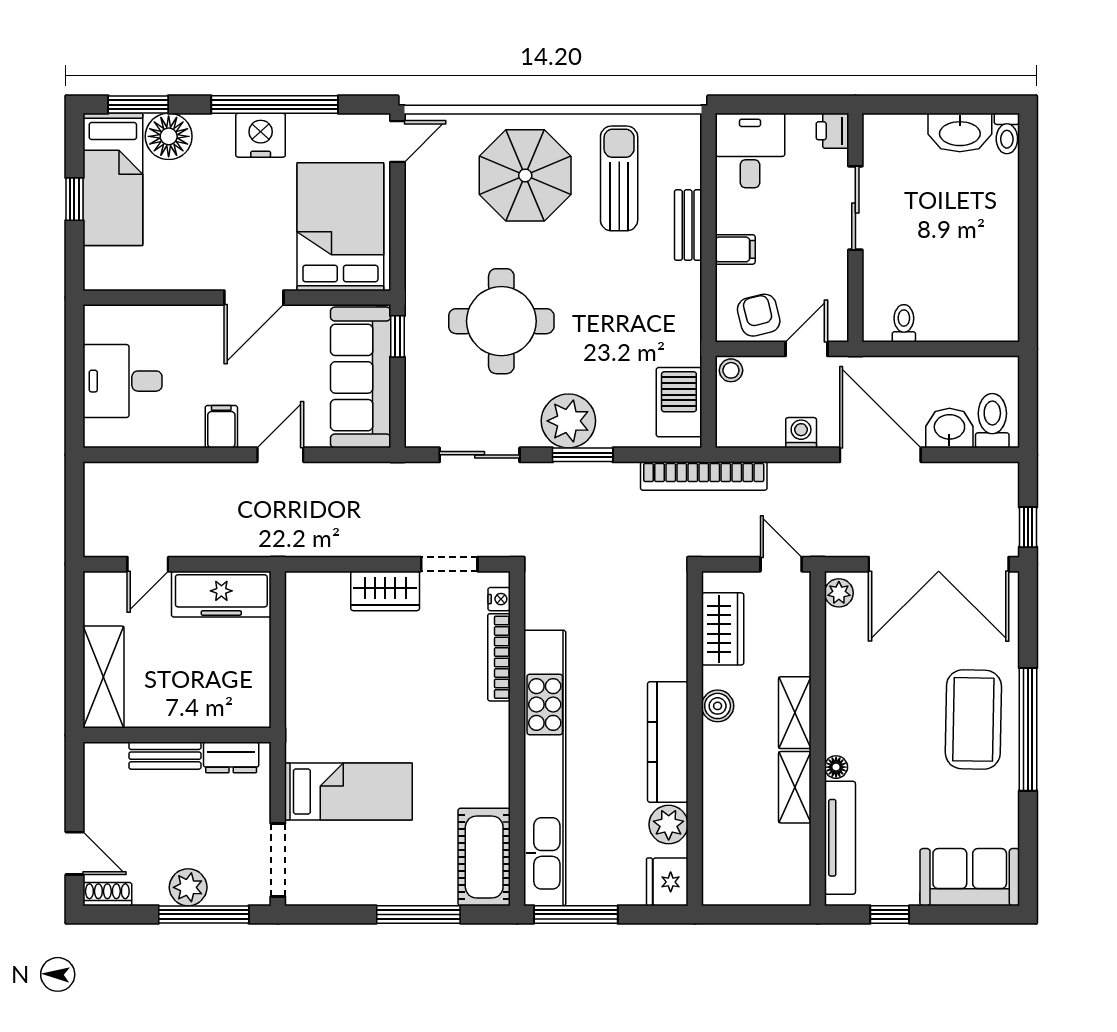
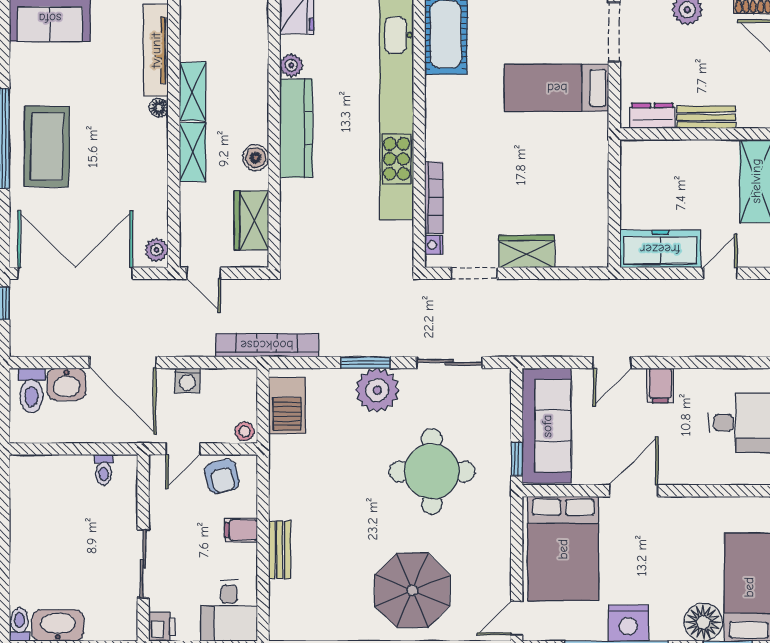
sun lounger: (619, 178) -> (336, 588), removed
plant: (669, 825) -> (291, 65), width x0.73, depth x0.73

